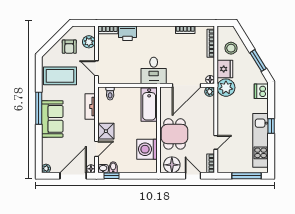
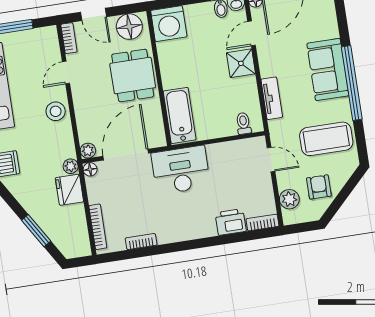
stool: (231, 48) -> (56, 111), moved
window: (258, 61) -> (36, 231), moved
desk: (154, 71) -> (181, 170), width x1.37
plant: (226, 88) -> (71, 166), width x0.53, depth x0.53
window: (39, 108) -> (352, 83), width x1.46
washing machine: (147, 149) -> (169, 24), moved, turned 90

